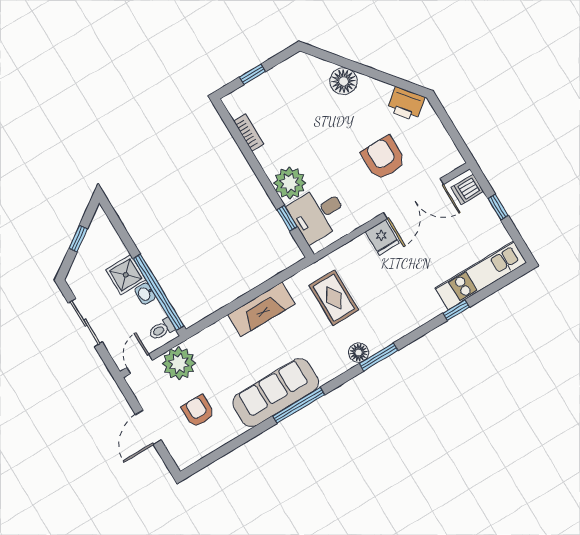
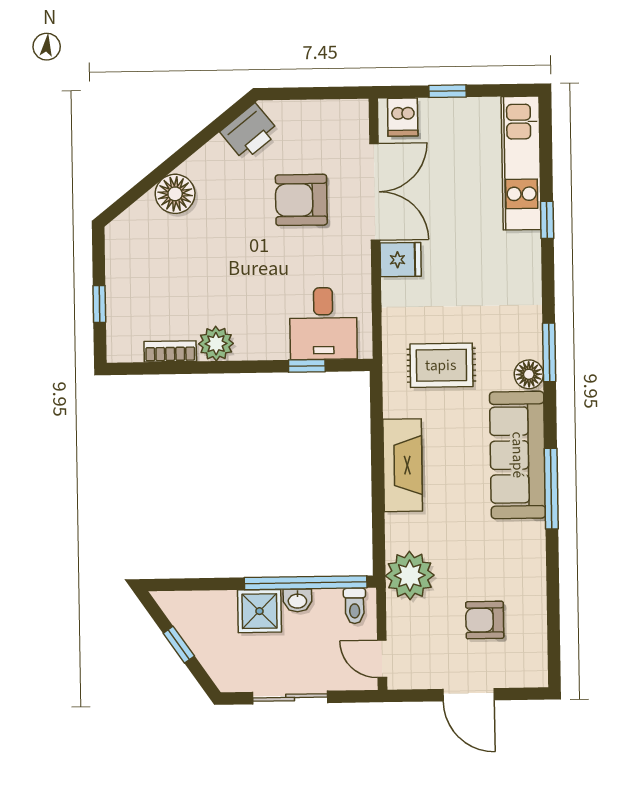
plant: (290, 183) -> (216, 344), moved, width x0.73, depth x0.73
plant: (179, 363) -> (410, 575), moved
sofa: (276, 393) -> (518, 455), moved

